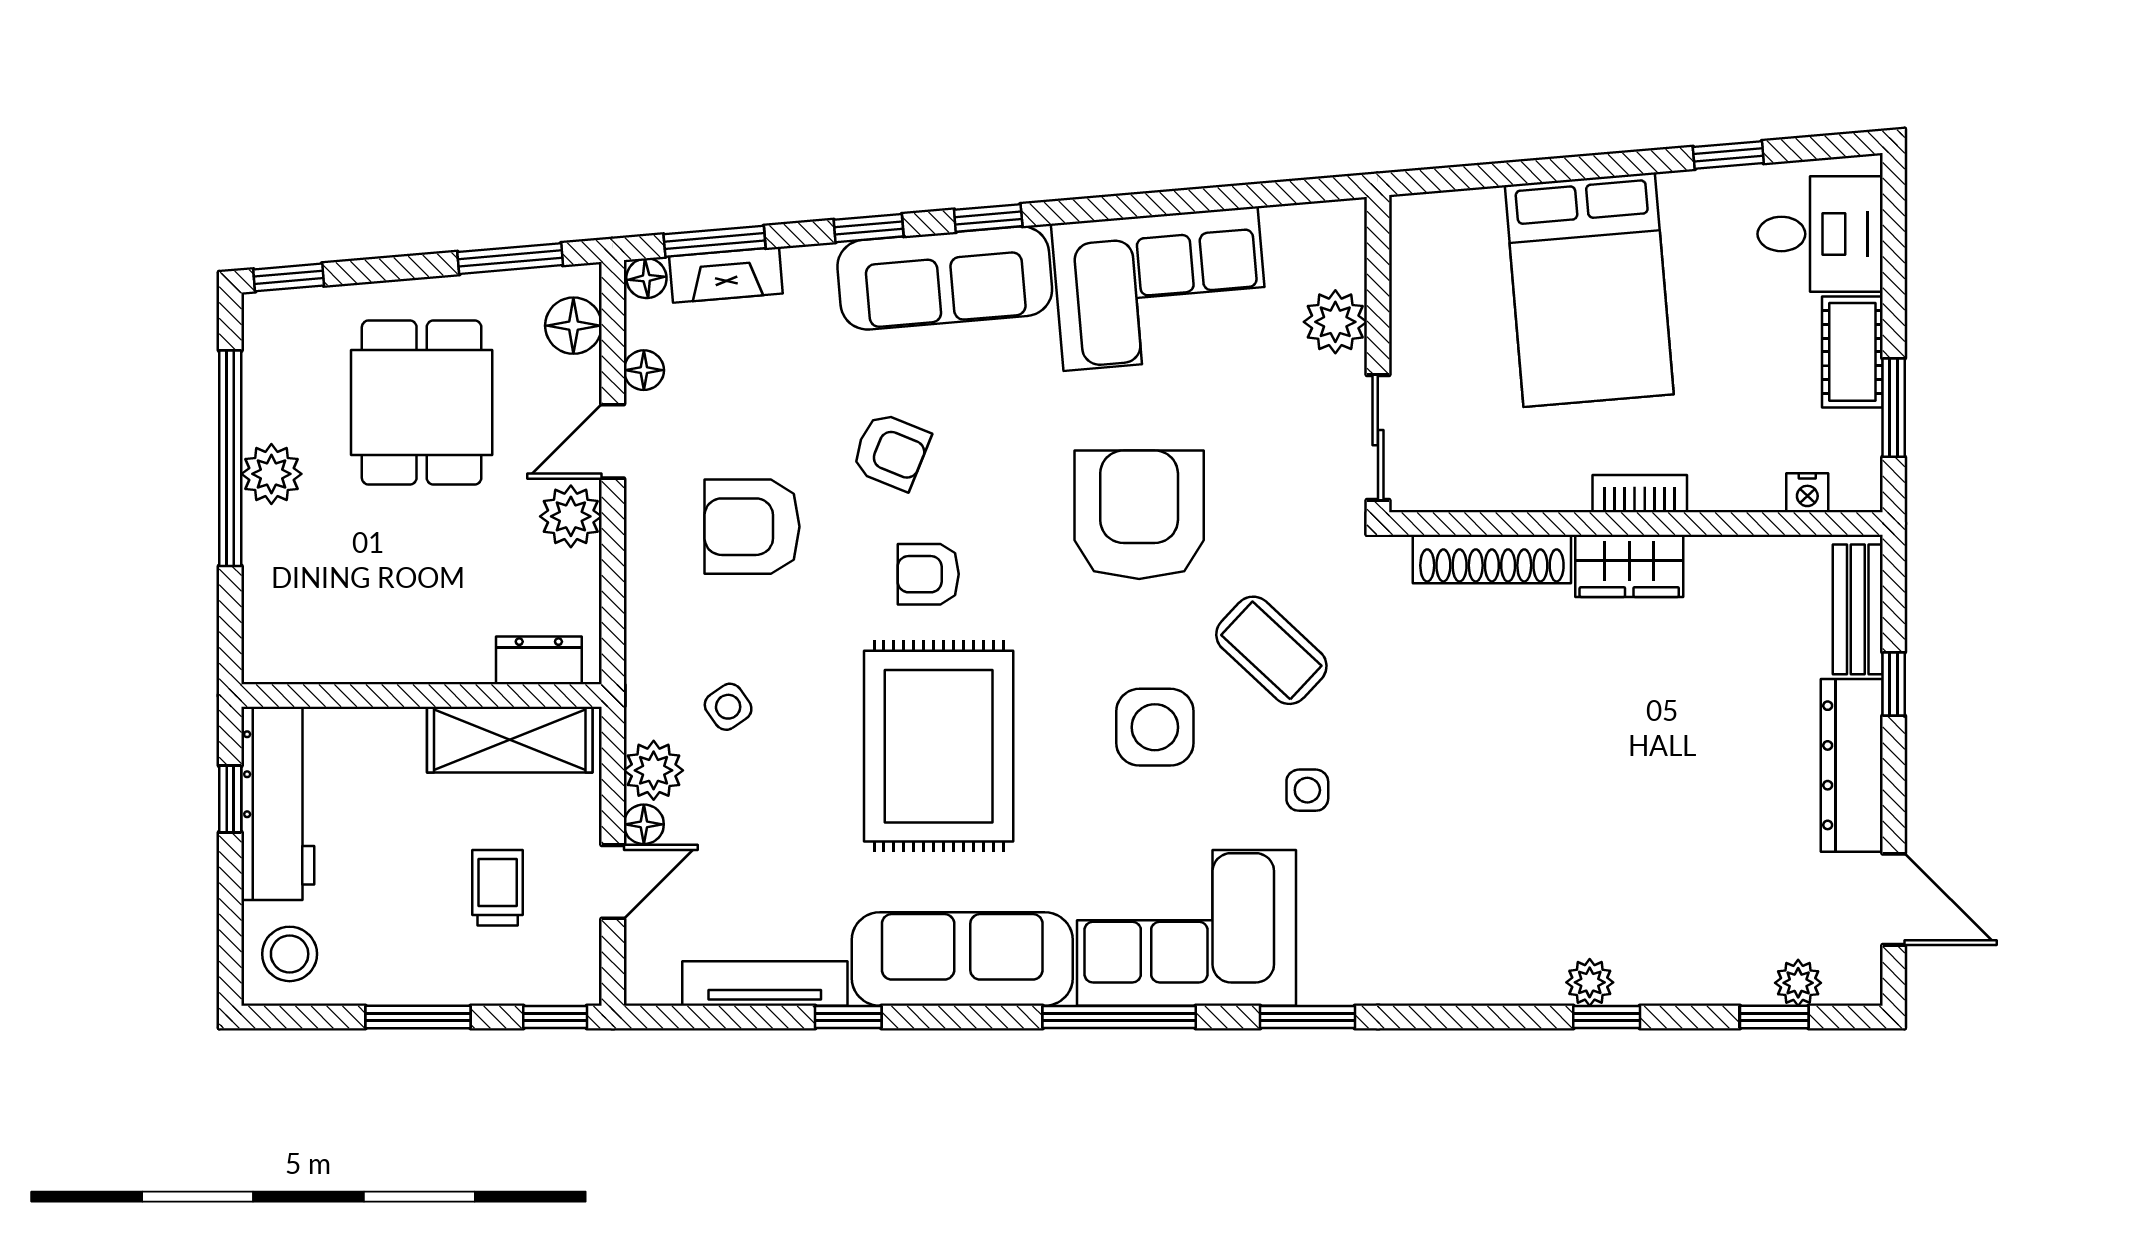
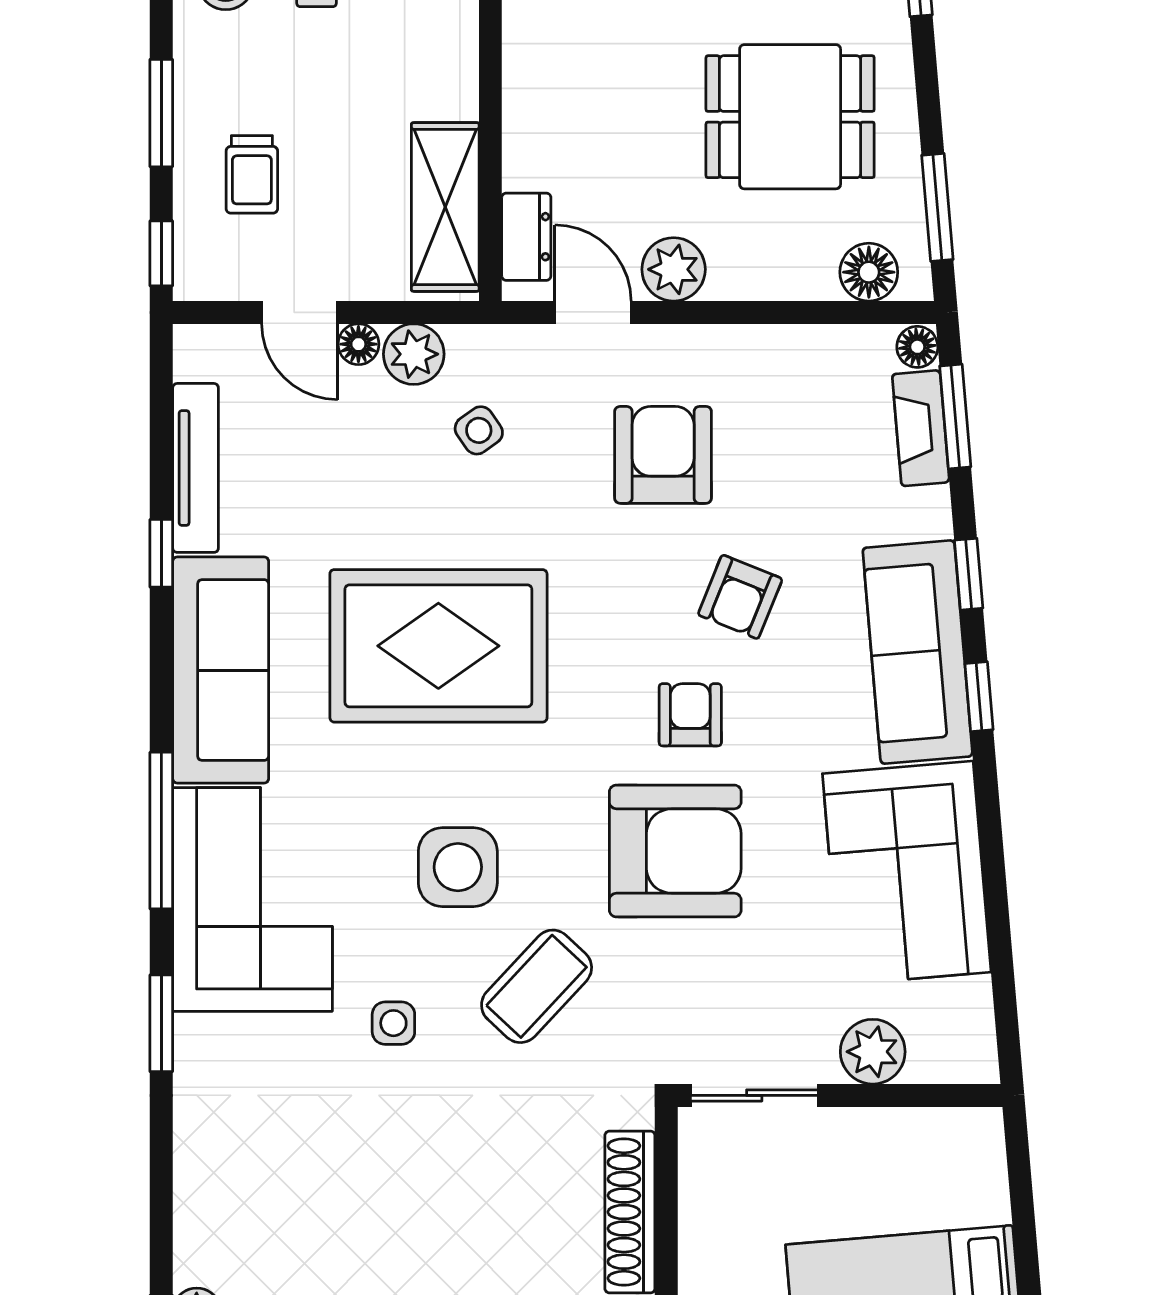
floor lamp: (644, 370) -> (823, 344), removed
door: (613, 441) -> (593, 312), moved
armchair: (928, 574) -> (690, 715), moved
trolley: (498, 888) -> (252, 174), moved, turned 90

